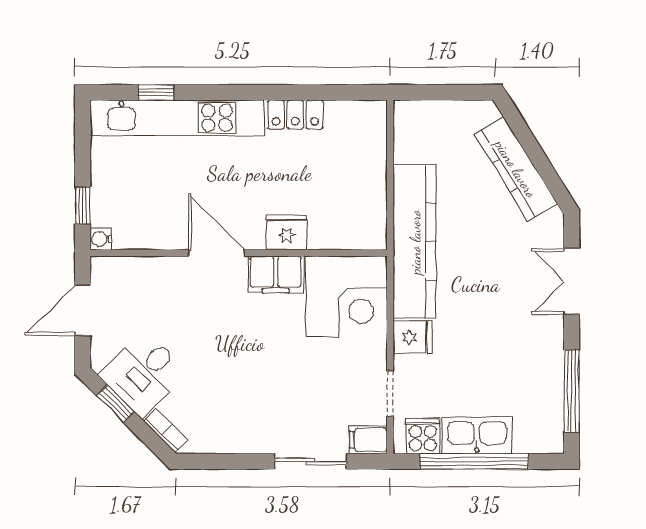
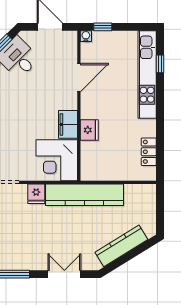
locker: (295, 115) -> (149, 152), moved
door: (217, 253) -> (79, 78), moved

